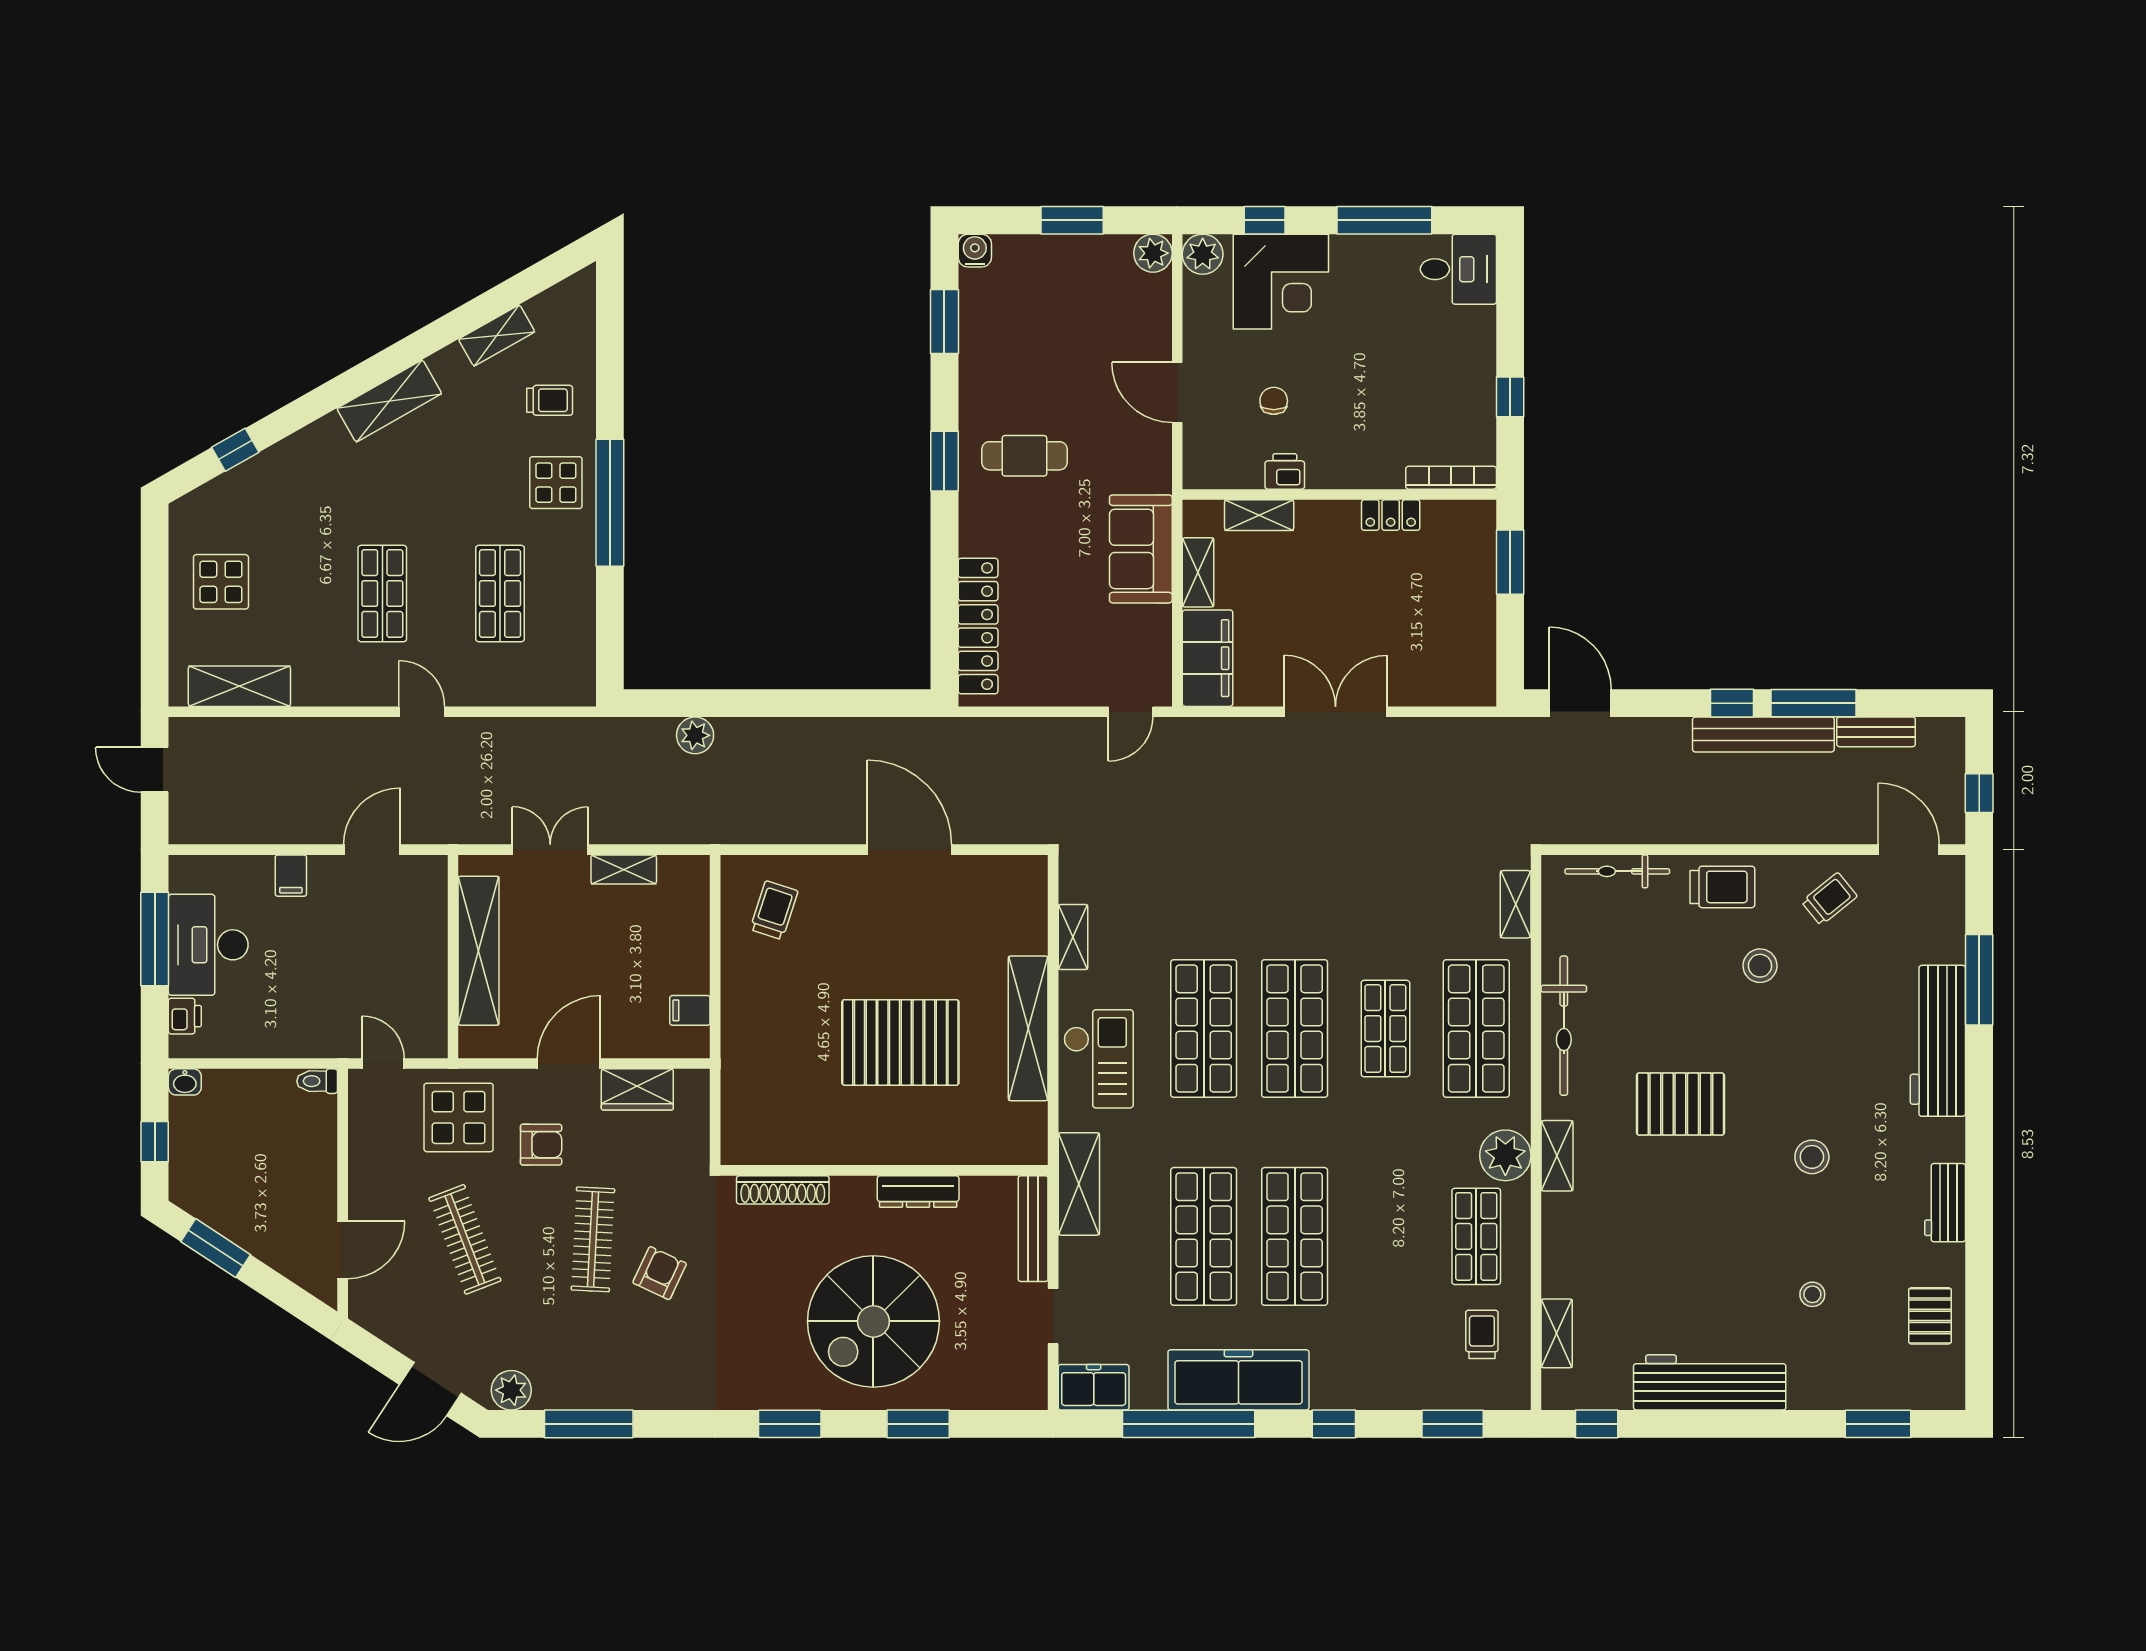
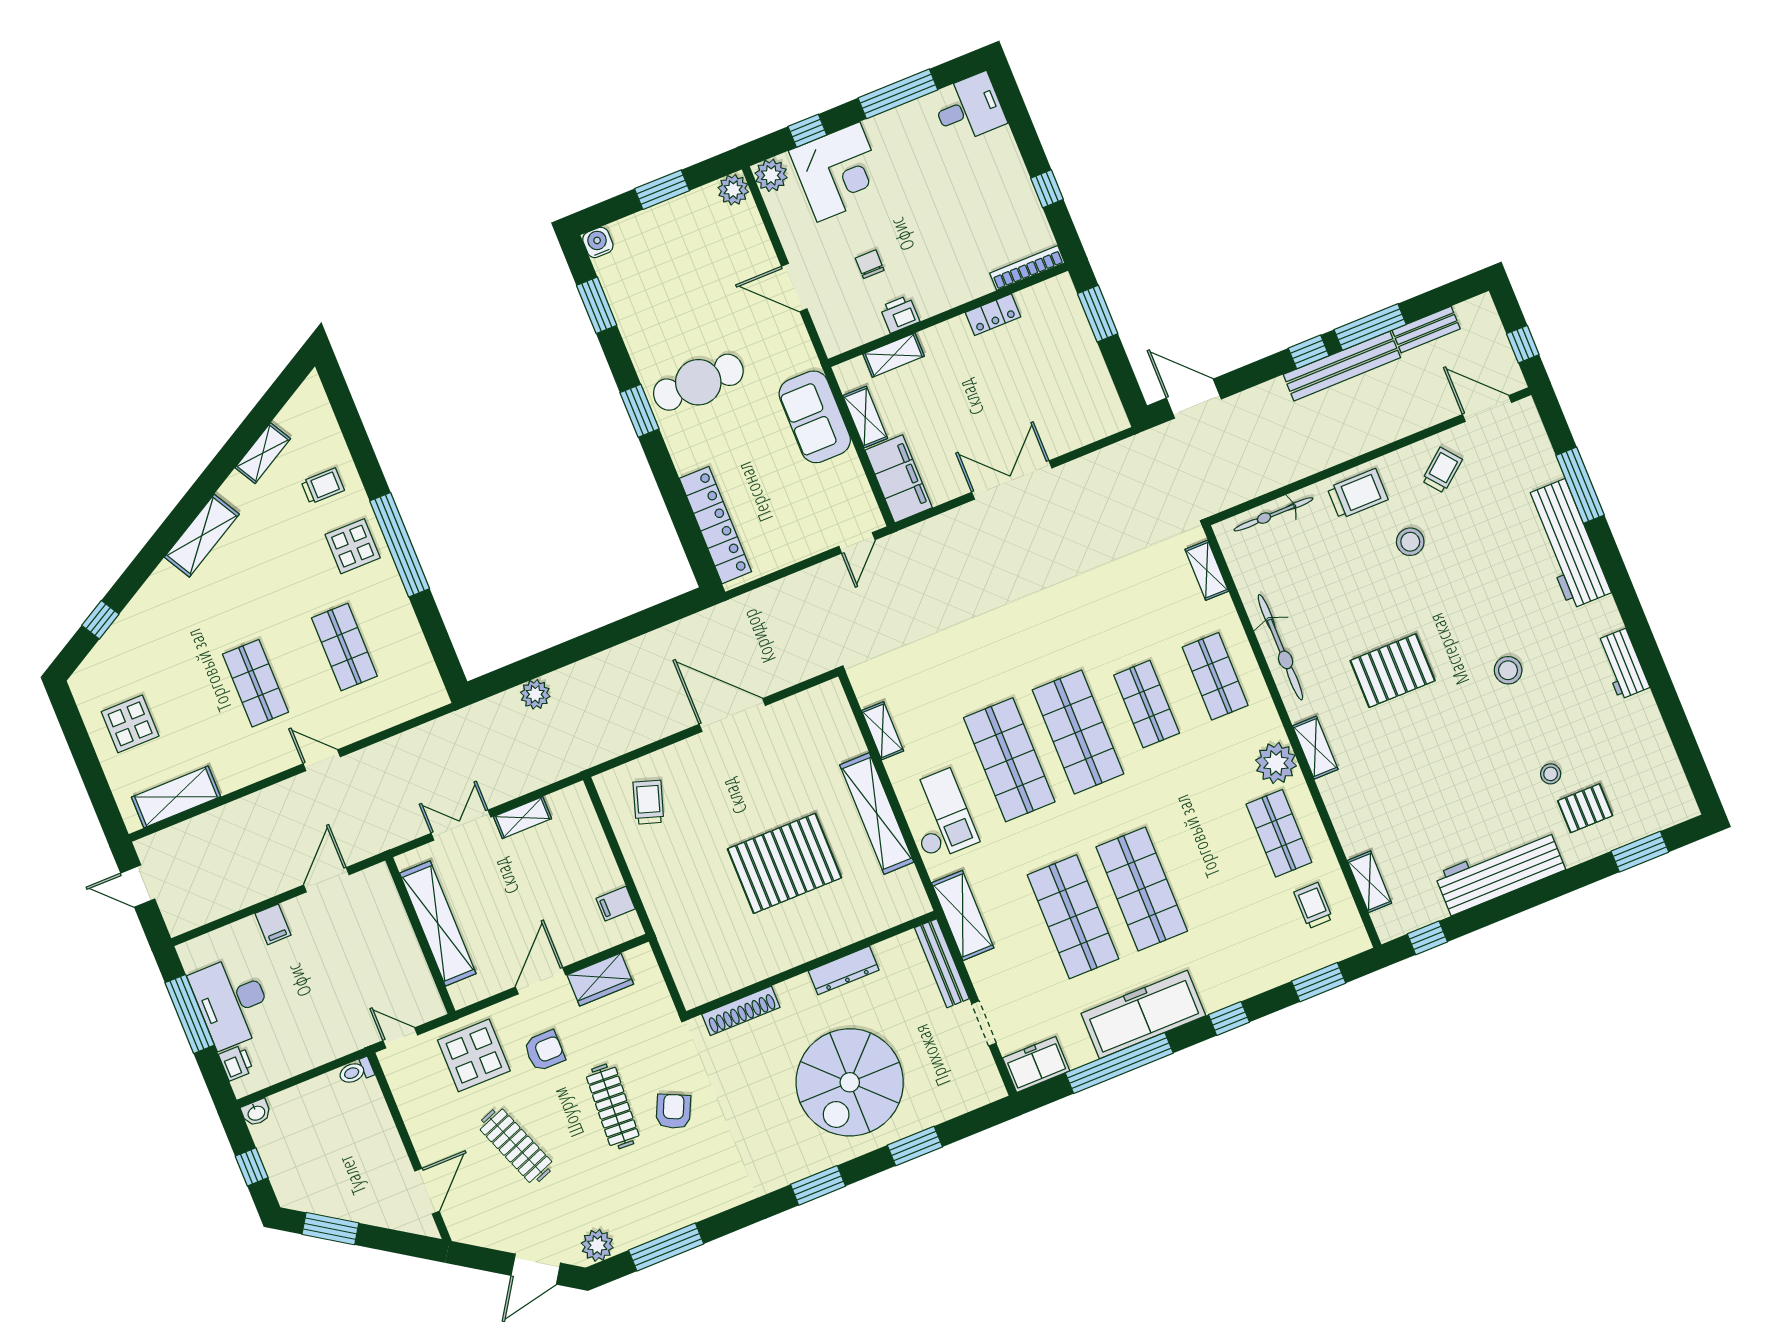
cafe table: (1024, 456) -> (698, 382), width x1.37, depth x1.35
shop shelf: (1476, 1029) -> (1215, 676), width x0.70, depth x0.74
pallet: (1930, 1316) -> (1585, 808), moved, turned 90

